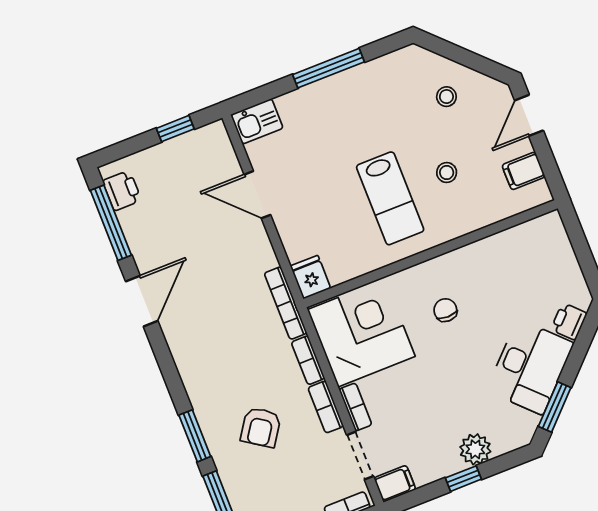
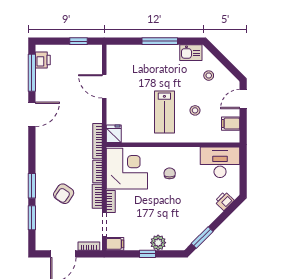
kitchen sink: (257, 121) -> (191, 53), moved
desk: (530, 367) -> (220, 162), moved, turned -135

